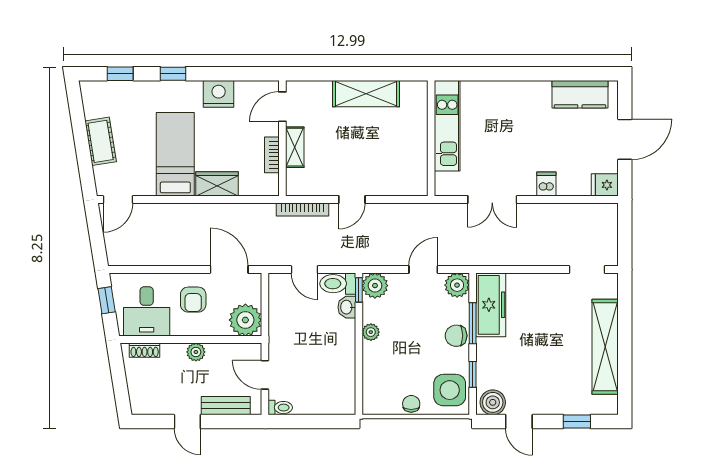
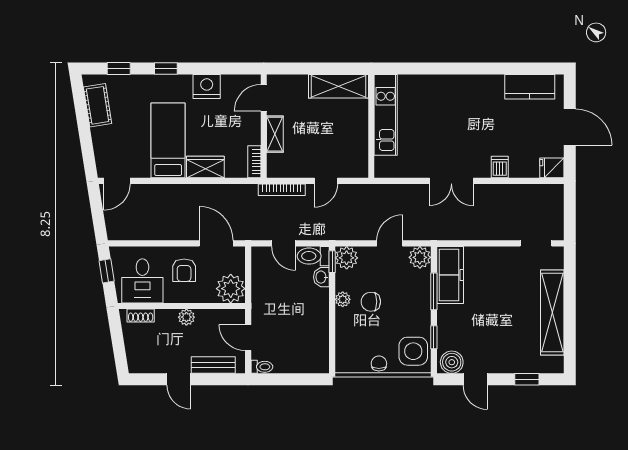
kitchen unit: (447, 126) -> (386, 115), moved
wall: (431, 138) -> (371, 126), moved
door: (625, 139) -> (570, 127), hinge flipped
cot: (101, 141) -> (98, 105), moved
bookcase: (272, 155) -> (254, 162), moved
chair: (456, 336) -> (371, 302), moved

